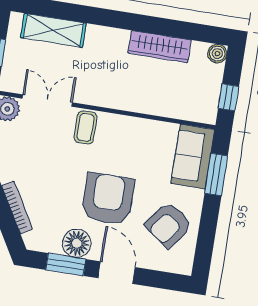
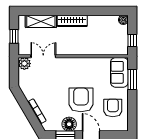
wardrobe: (160, 47) -> (72, 21), moved
coffee table: (86, 127) -> (64, 66), removed
armchair: (169, 225) -> (113, 108), turned 143

